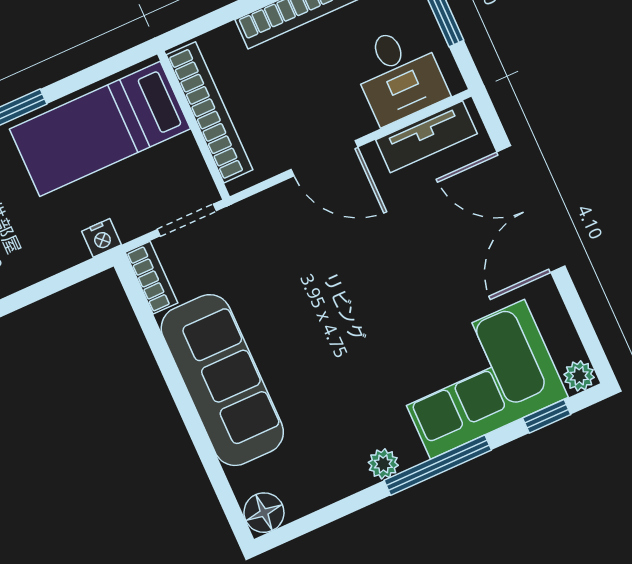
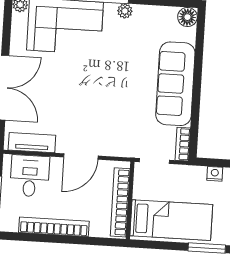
door: (324, 158) -> (81, 156), swing flipped
nightstand: (102, 238) -> (215, 174), moved

